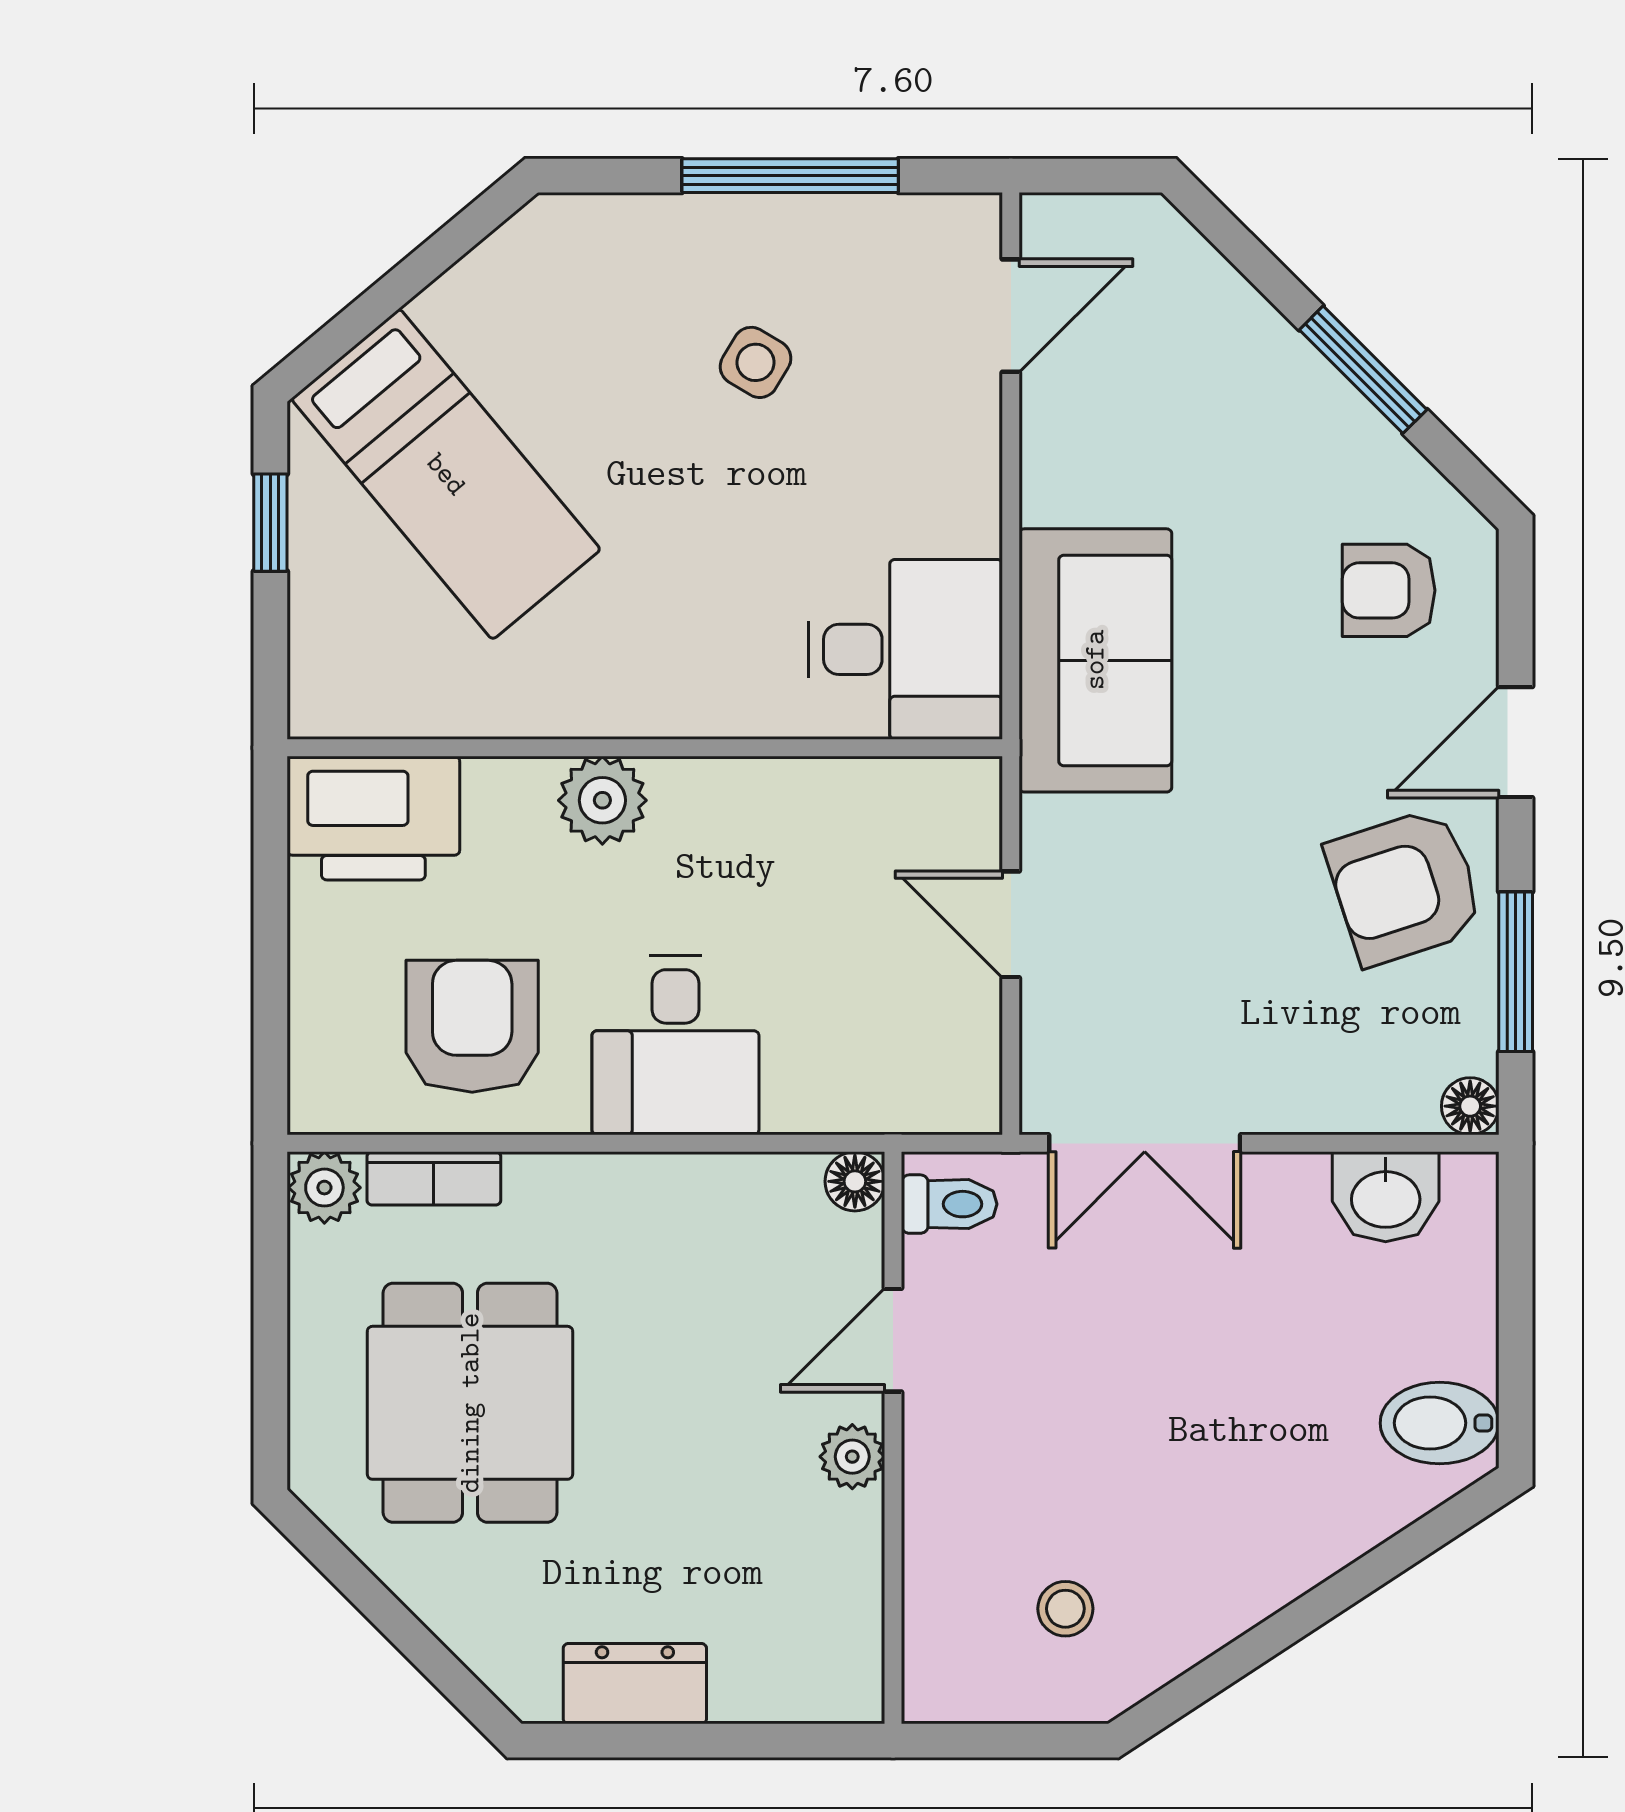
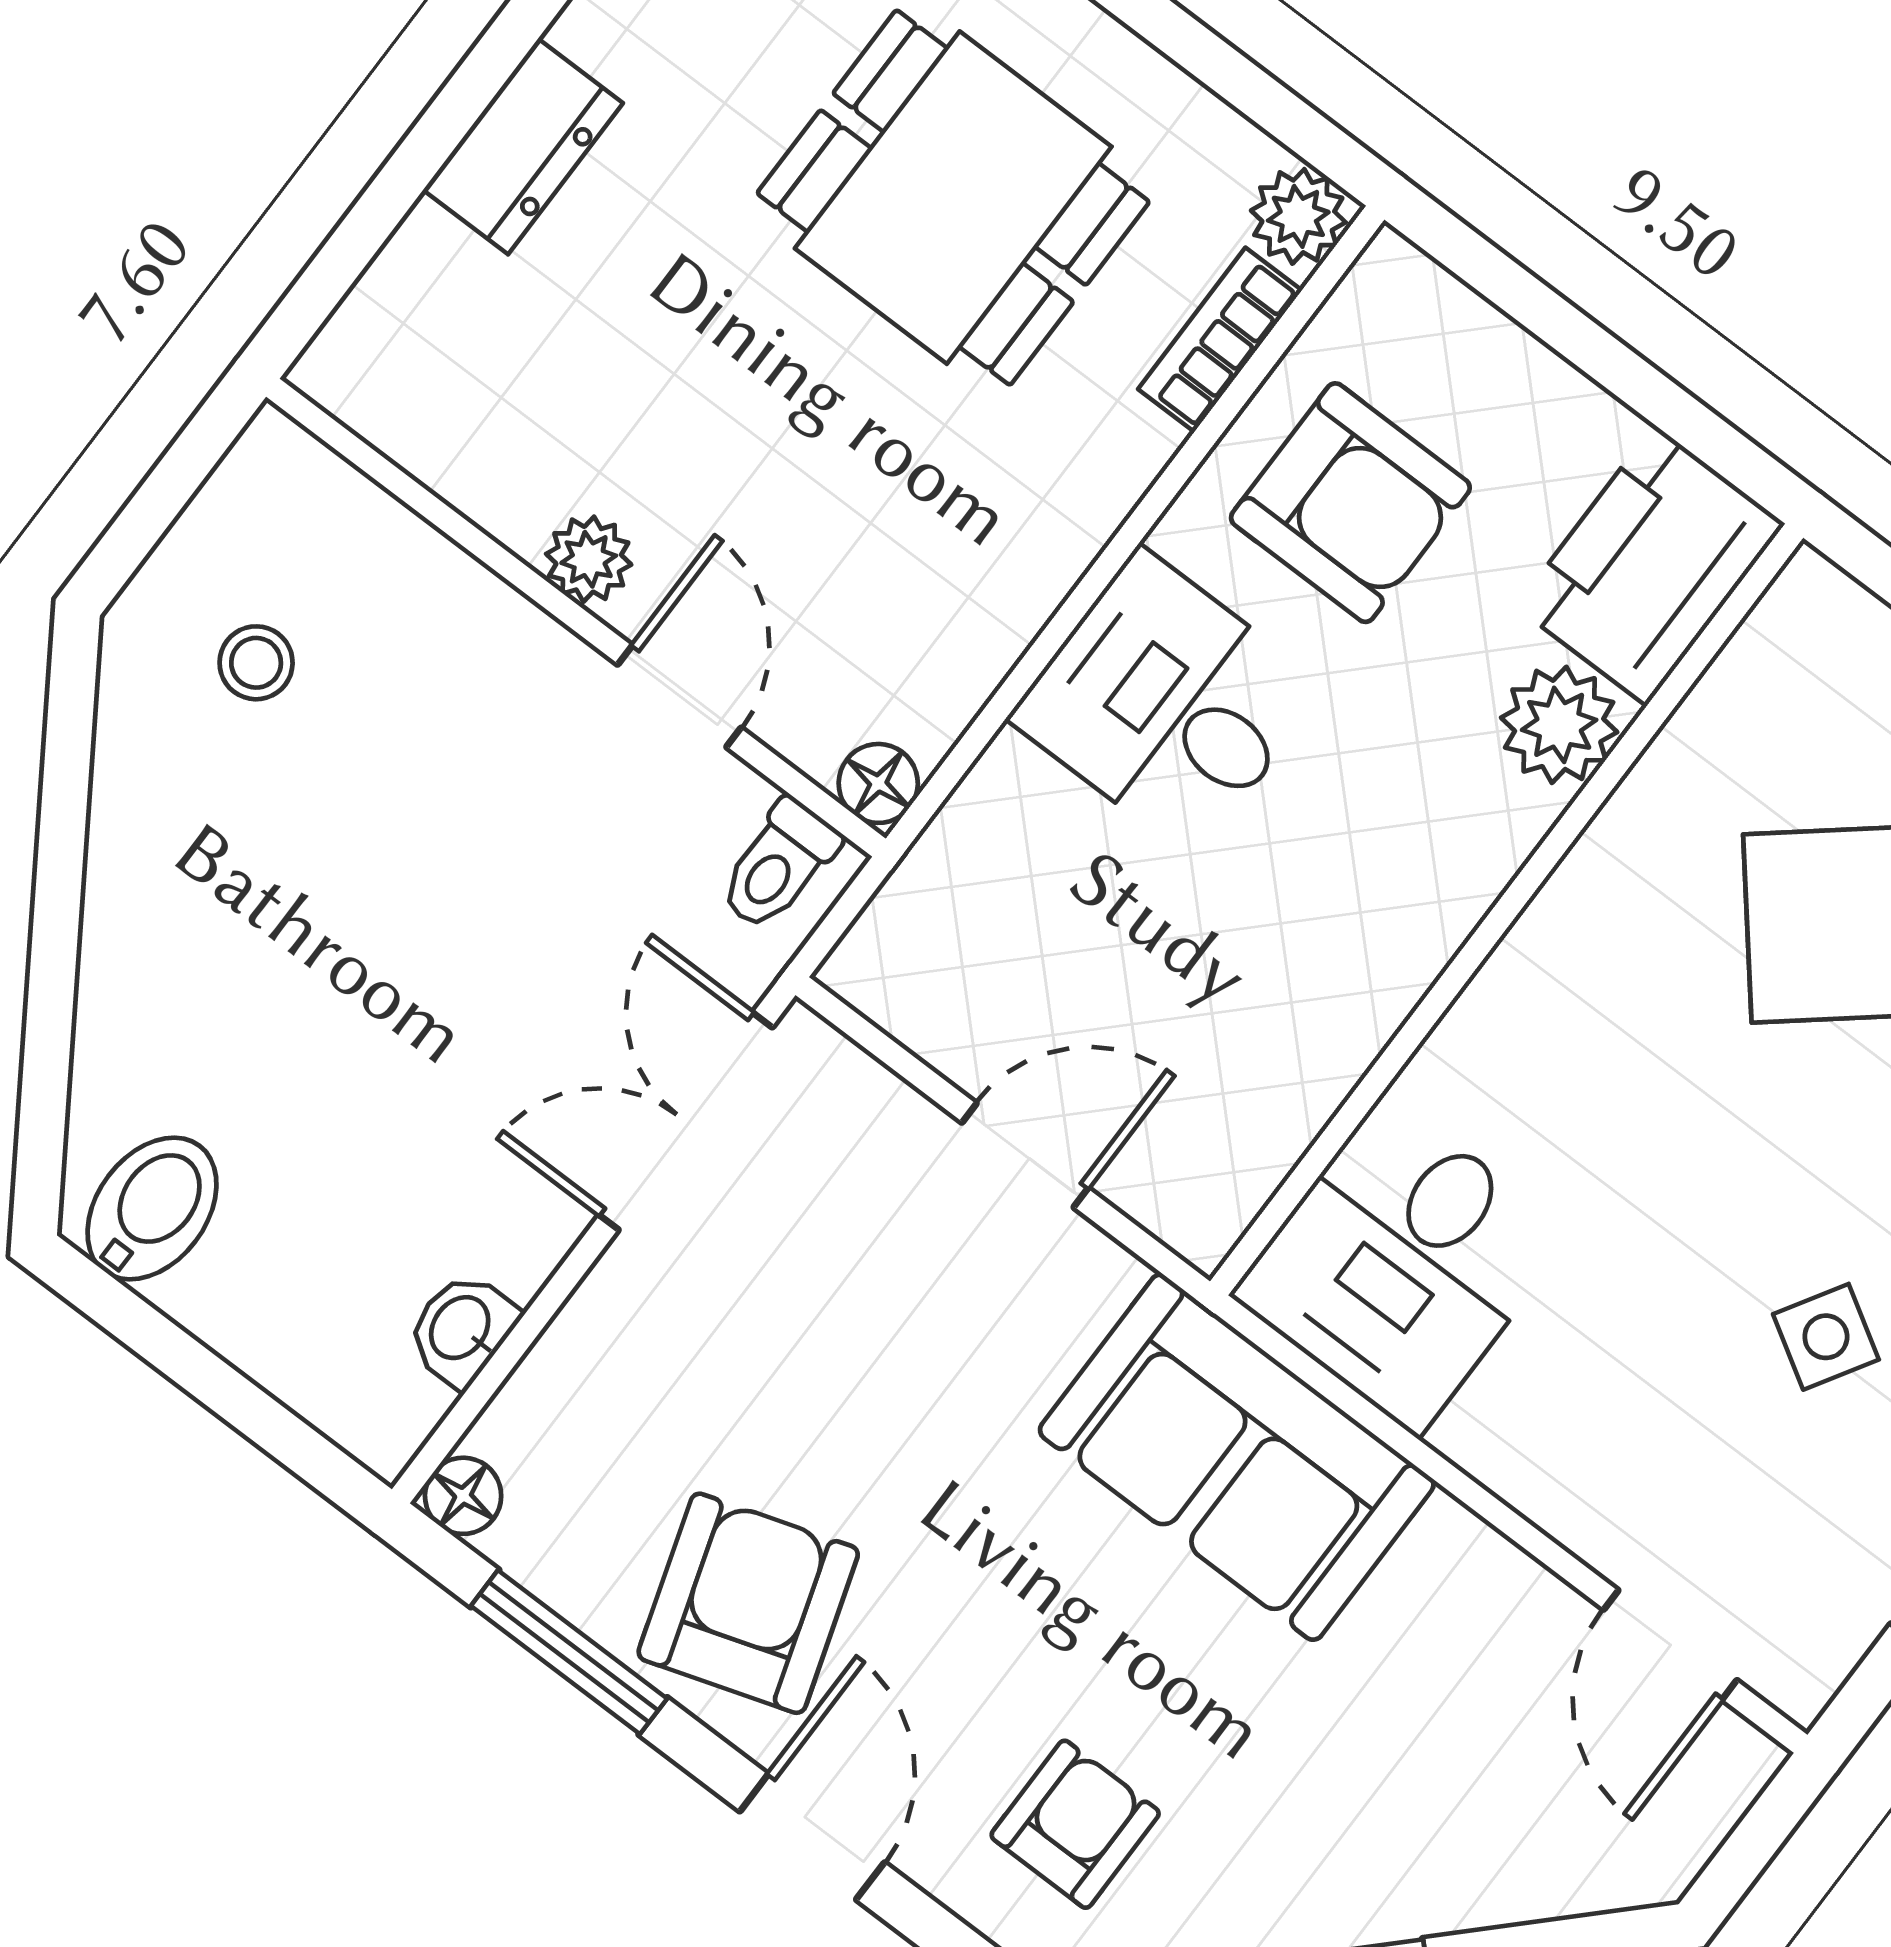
plant: (602, 800) -> (1559, 725), moved
washbasin: (1386, 1197) -> (462, 1329), width x0.72, depth x0.69

